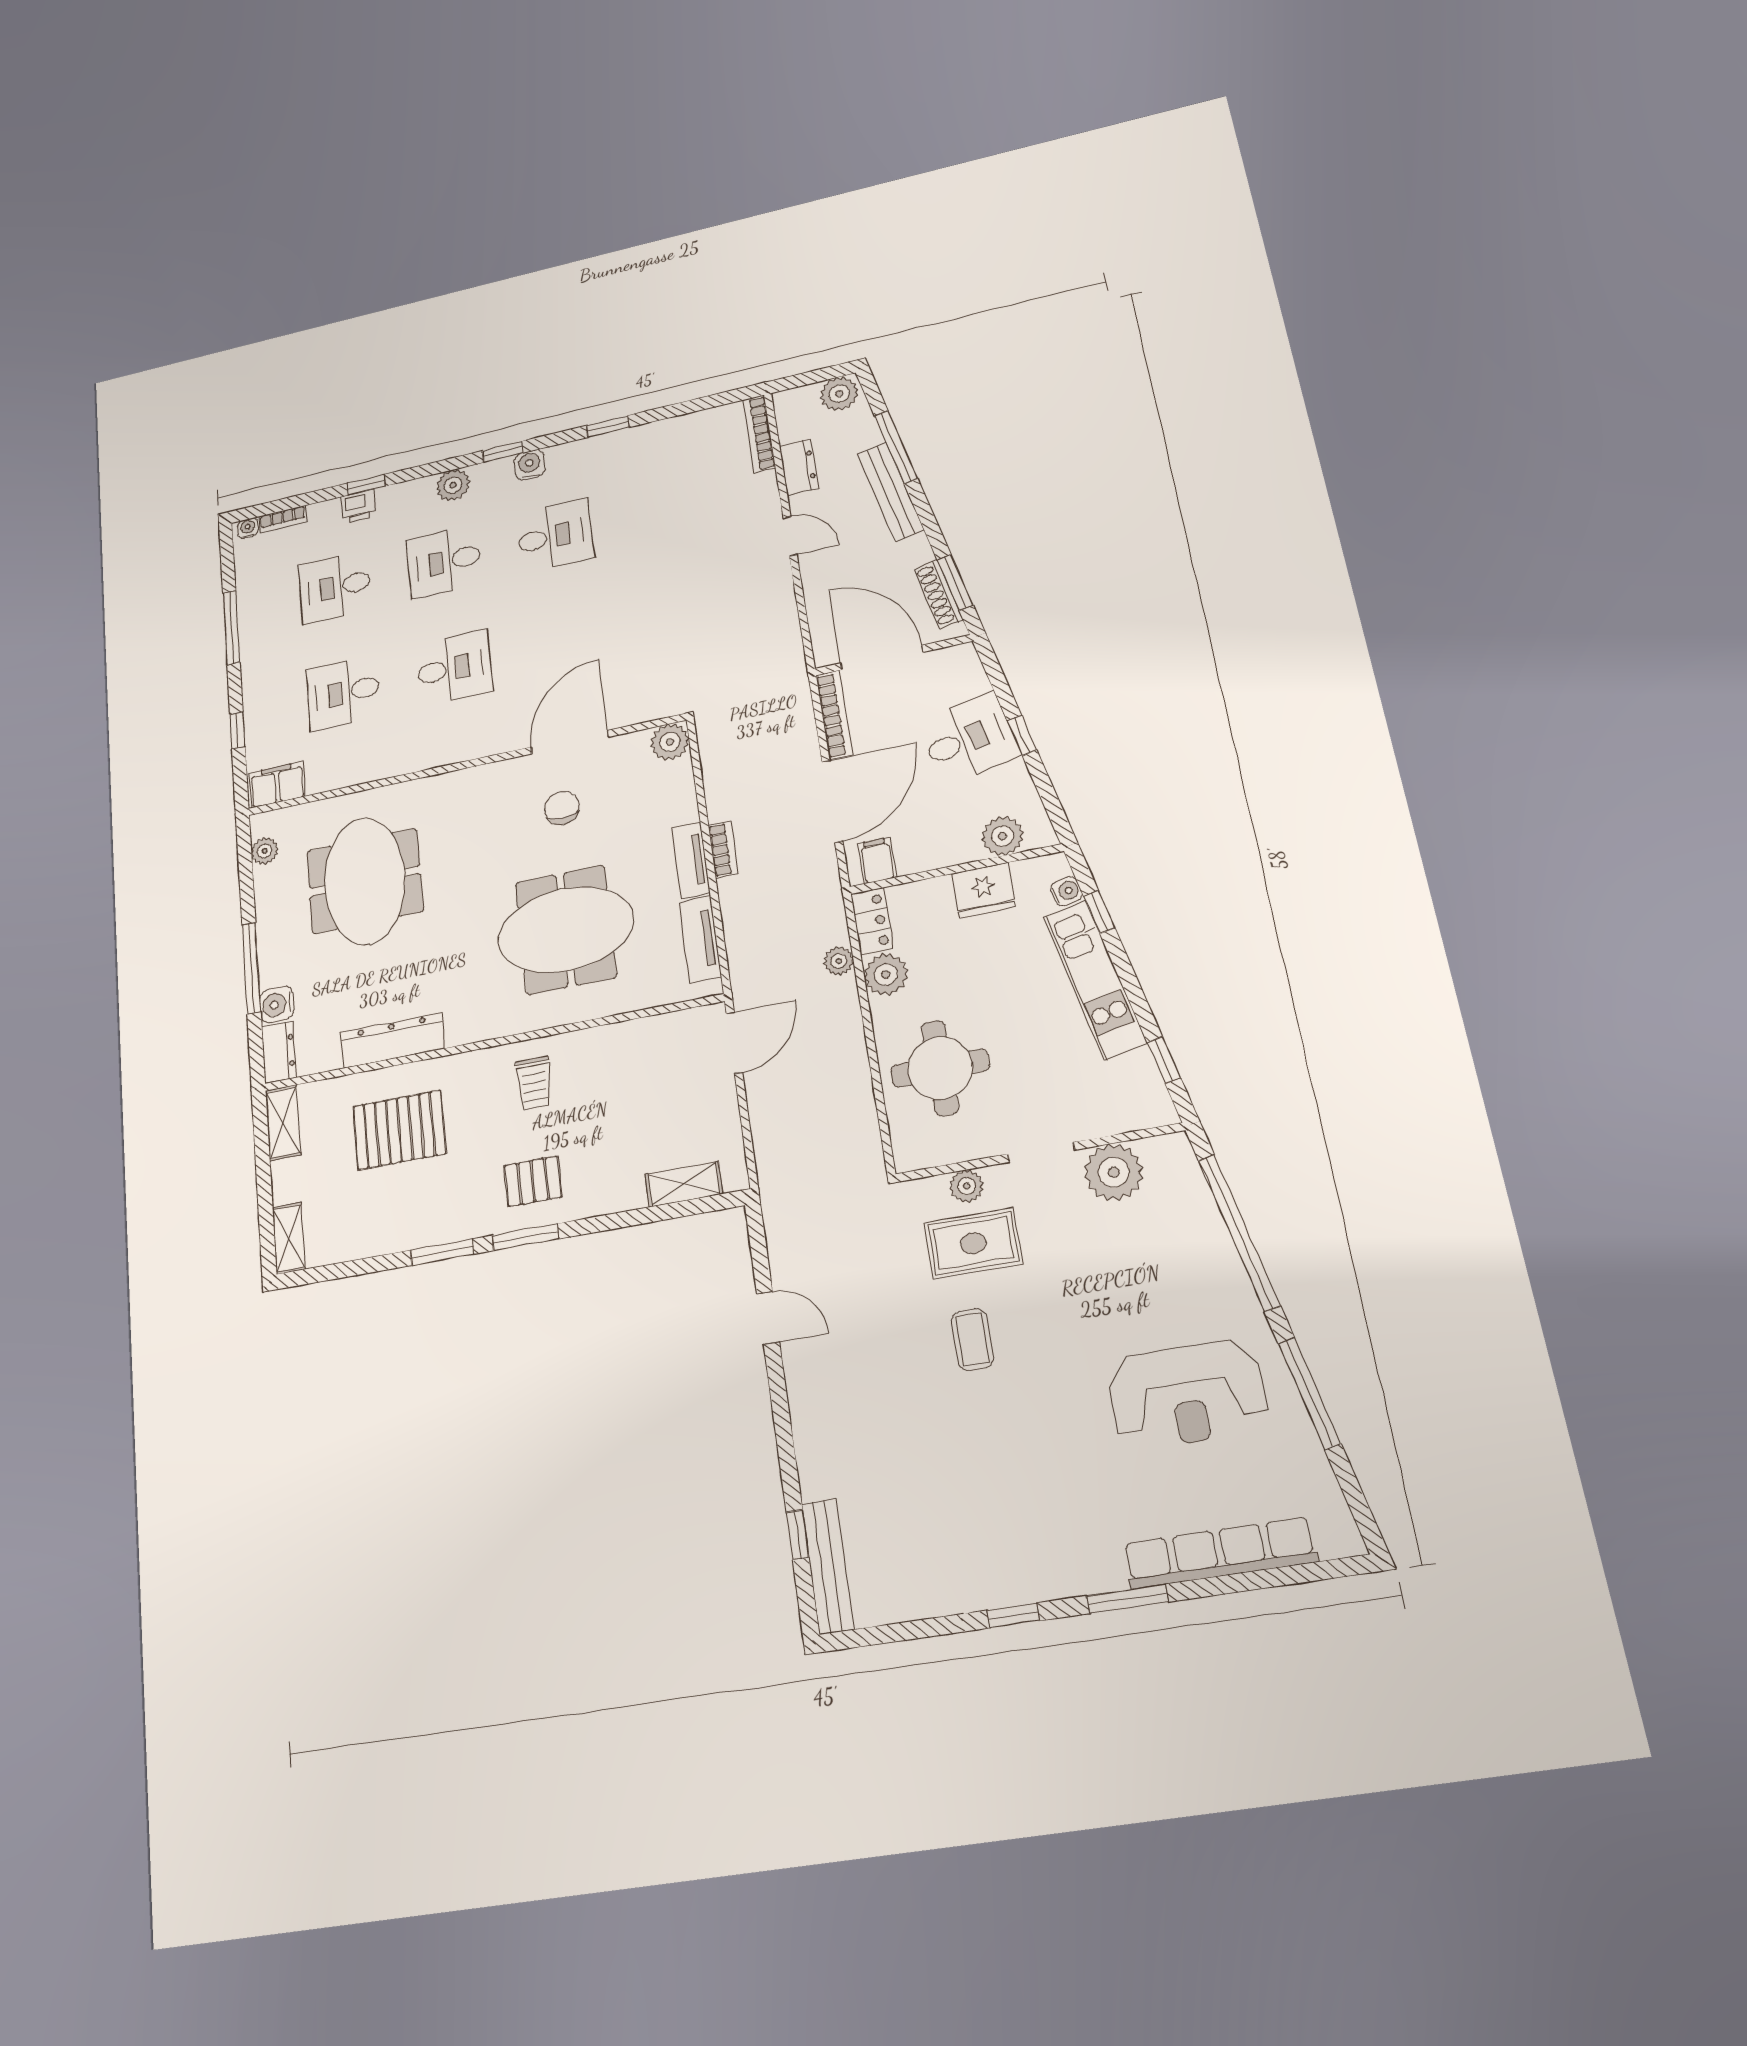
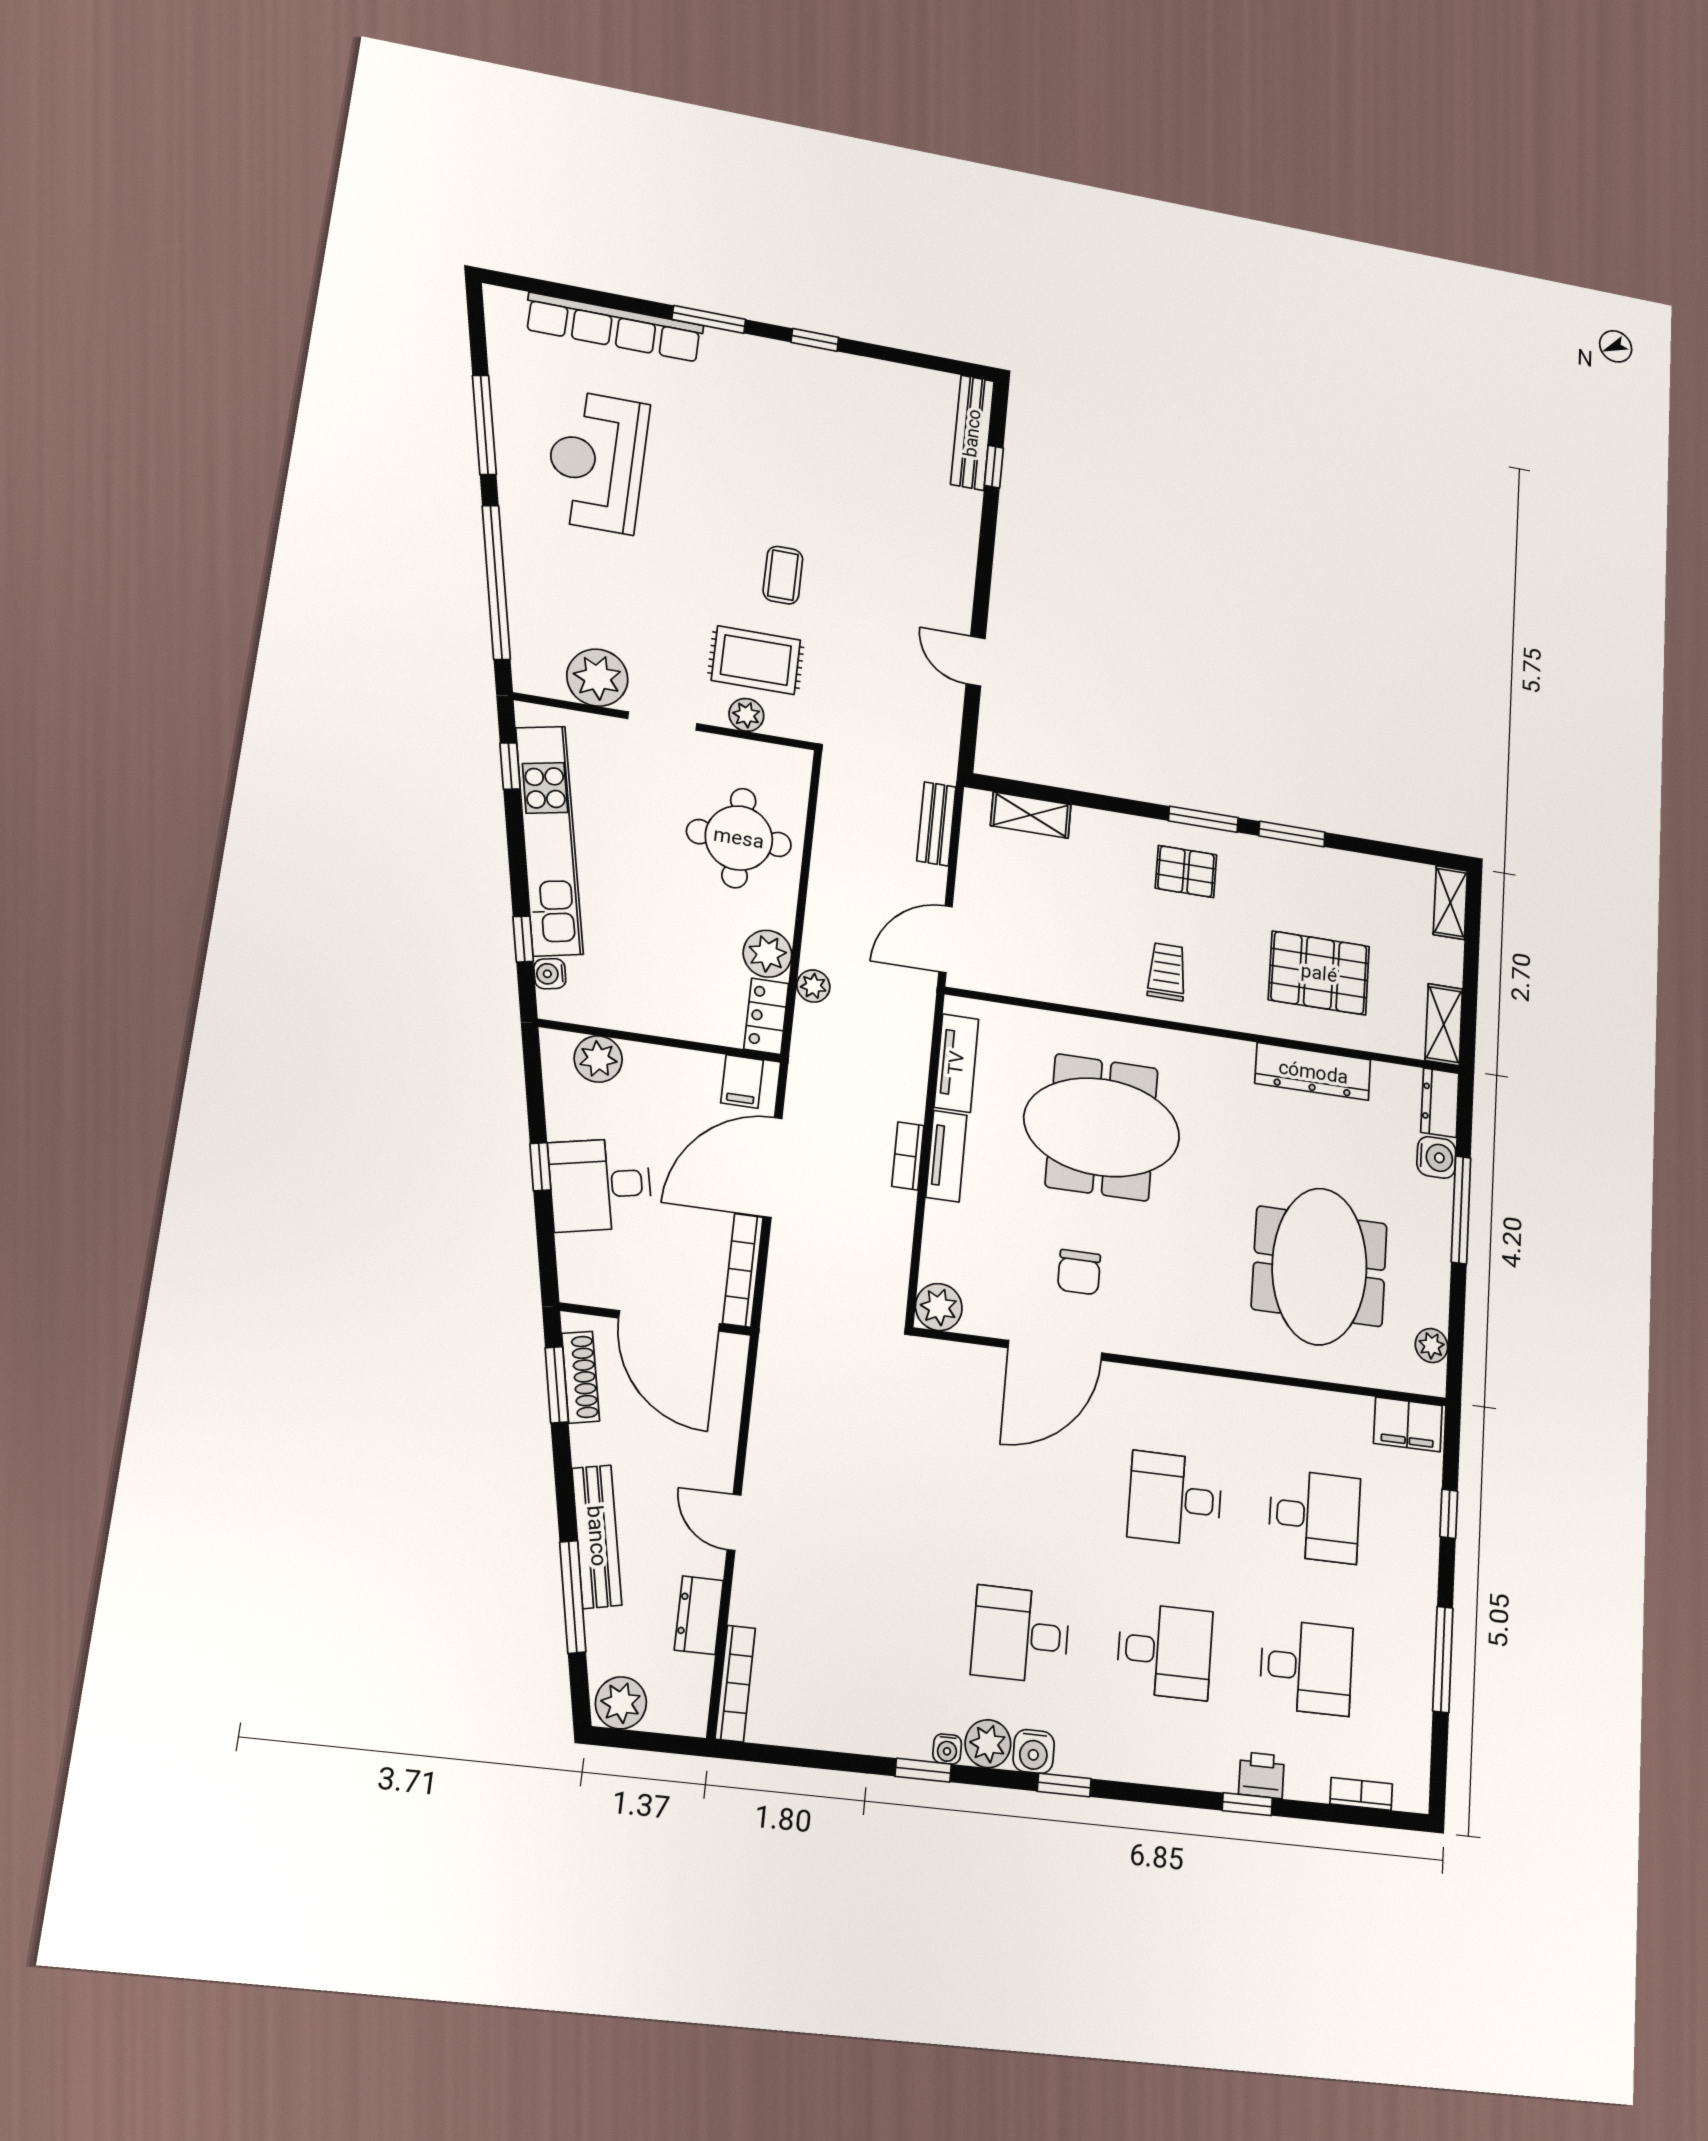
plant: (453, 485) -> (988, 1744), moved
water cooler: (248, 528) -> (947, 1749), moved
fridge: (984, 890) -> (637, 1007), removed
kitchen unit: (1095, 980) -> (549, 840), width x1.36
bench: (767, 1145) -> (936, 824), added
reception desk: (1187, 1394) -> (597, 462), turned -90

